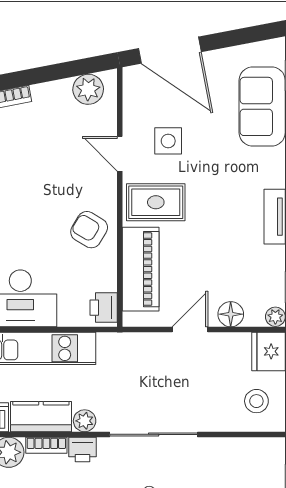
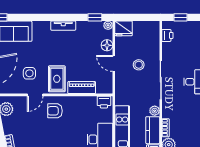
armchair: (89, 230) -> (55, 111), moved, turned 59
piano: (141, 269) -> (82, 88), width x0.73, depth x0.75
stool: (256, 401) -> (139, 65), moved
printer: (83, 450) -> (167, 35), moved

